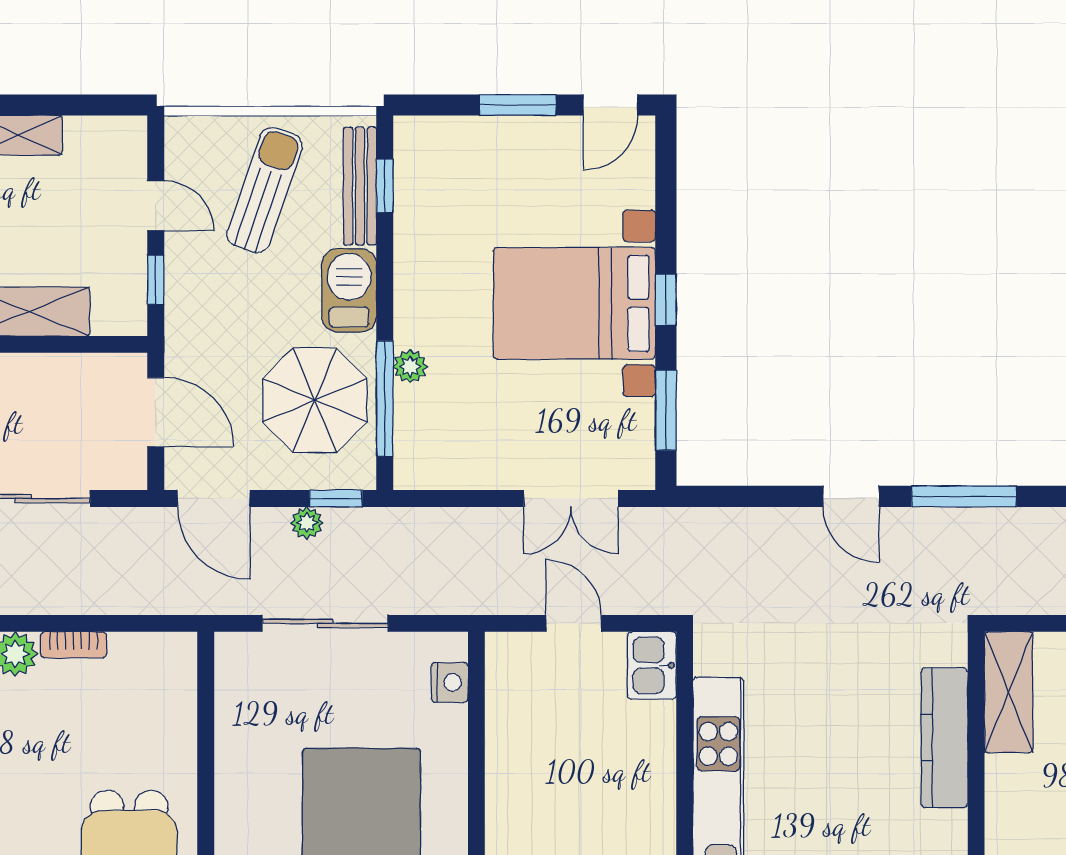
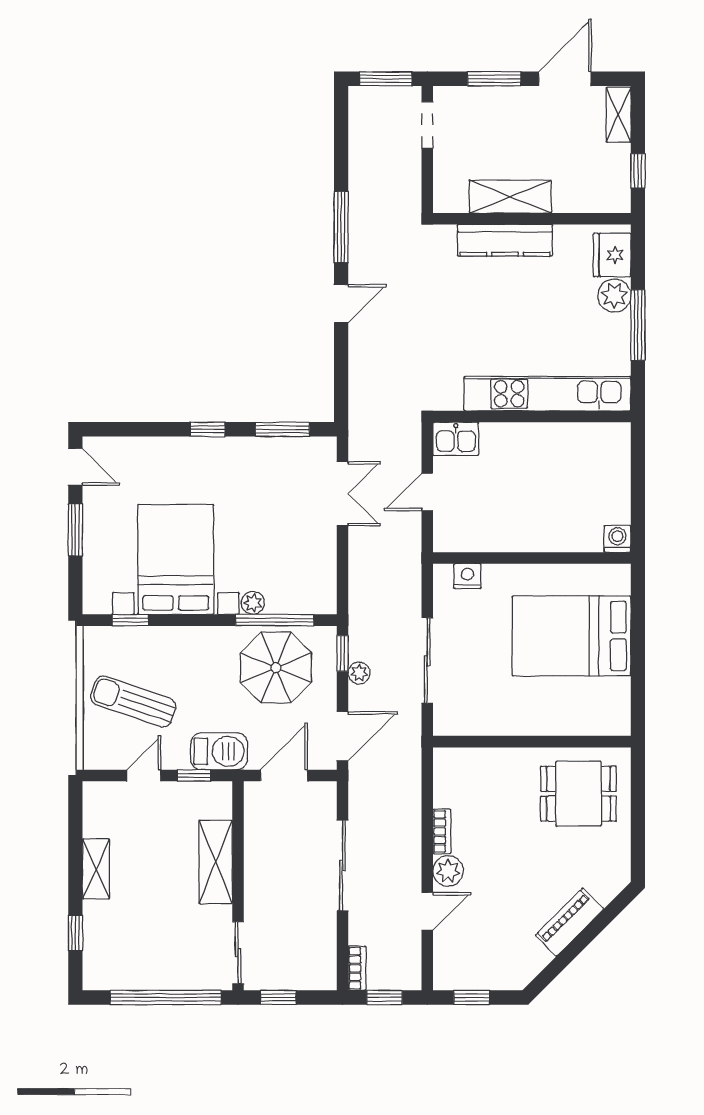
bench: (360, 186) -> (130, 637), removed
barbecue: (349, 290) -> (219, 751), moved, turned 180
bed with nightstands: (574, 303) -> (176, 559), moved, turned 180
shelving: (1009, 692) -> (510, 197), moved

